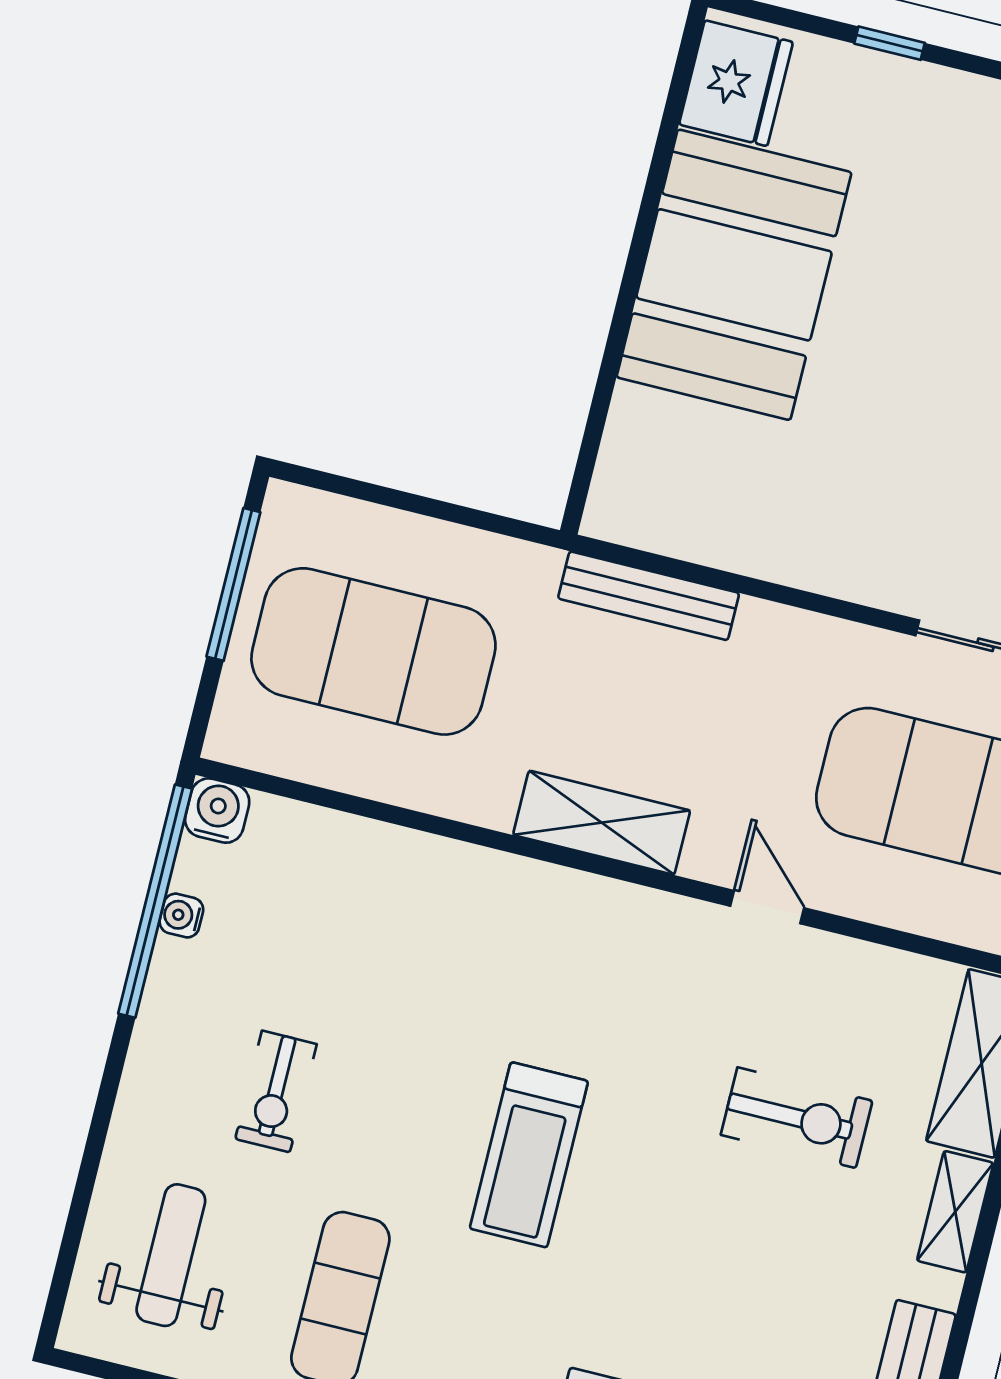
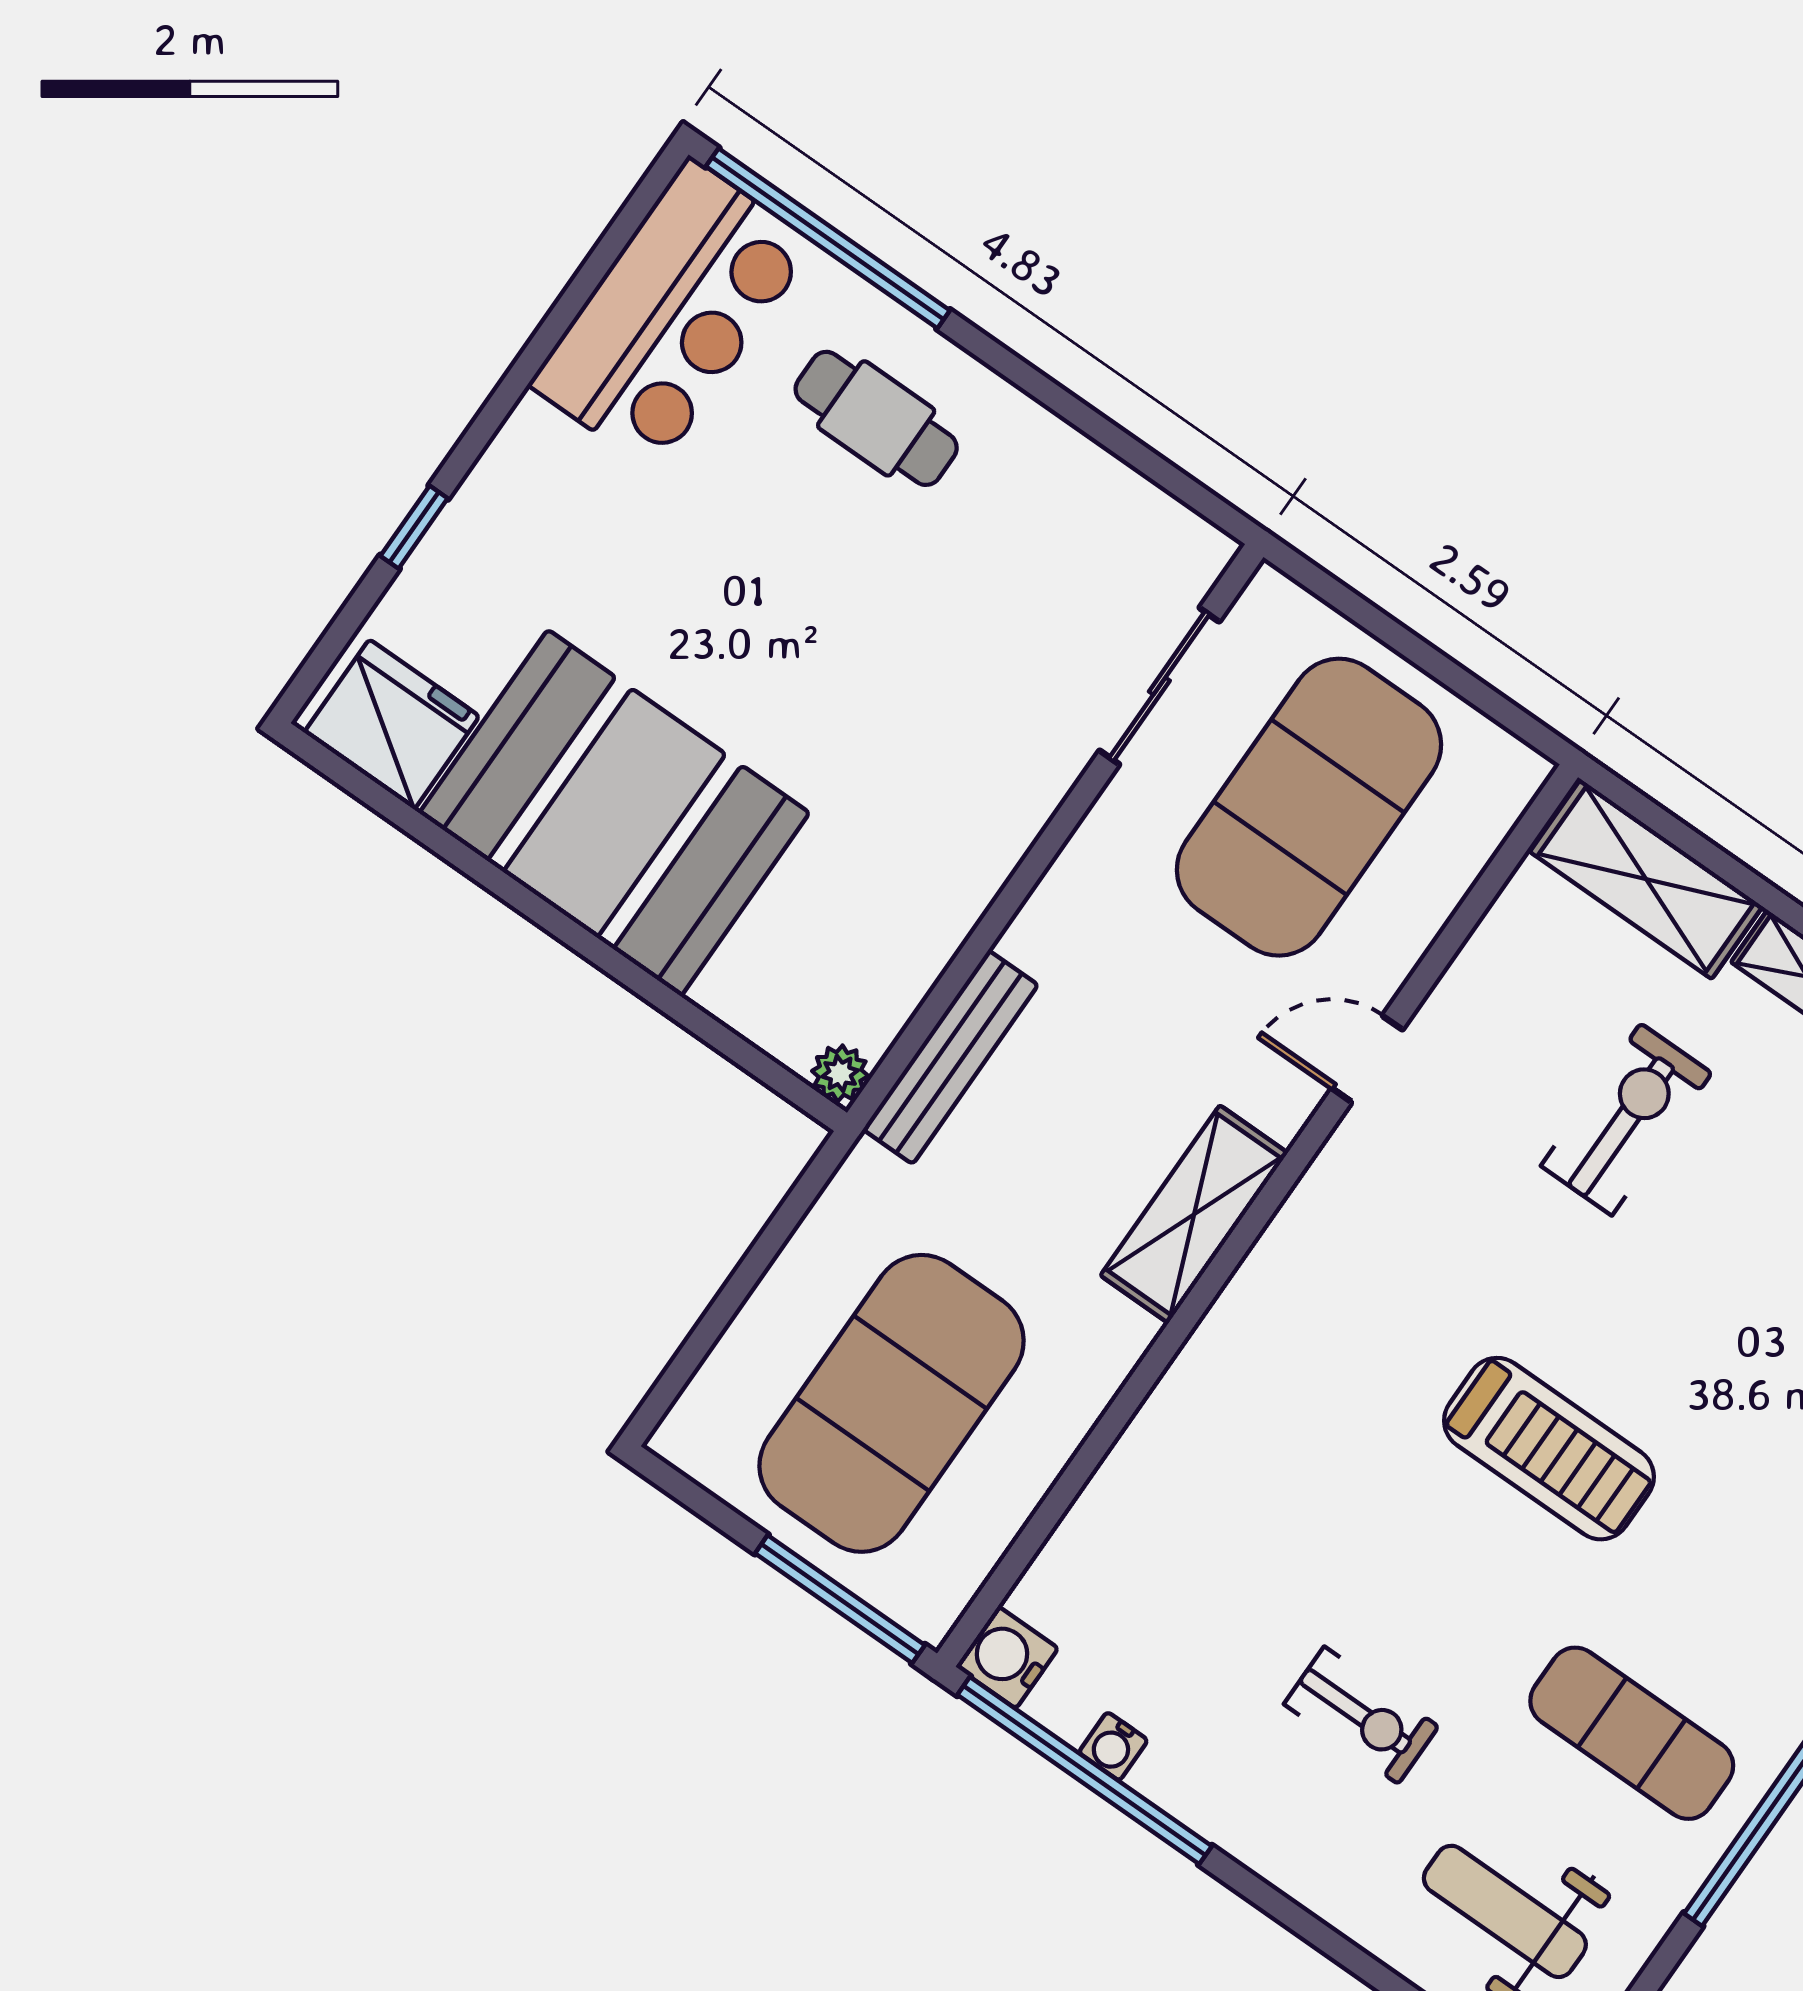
plant: (605, 518) -> (840, 1073), added
window: (233, 584) -> (840, 1599), moved

